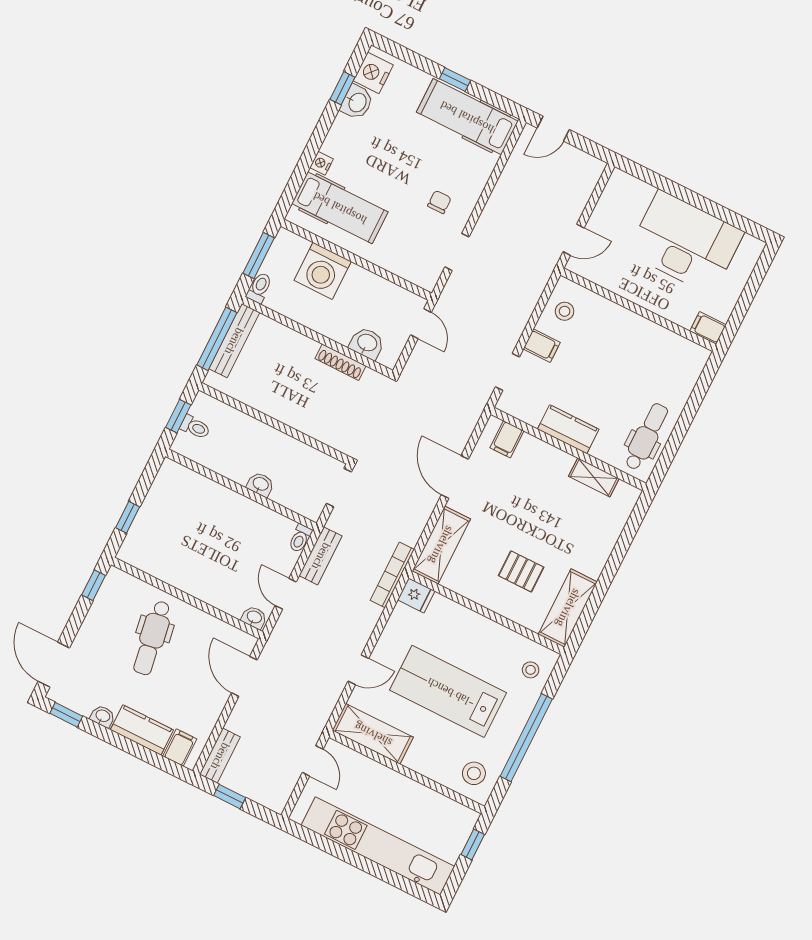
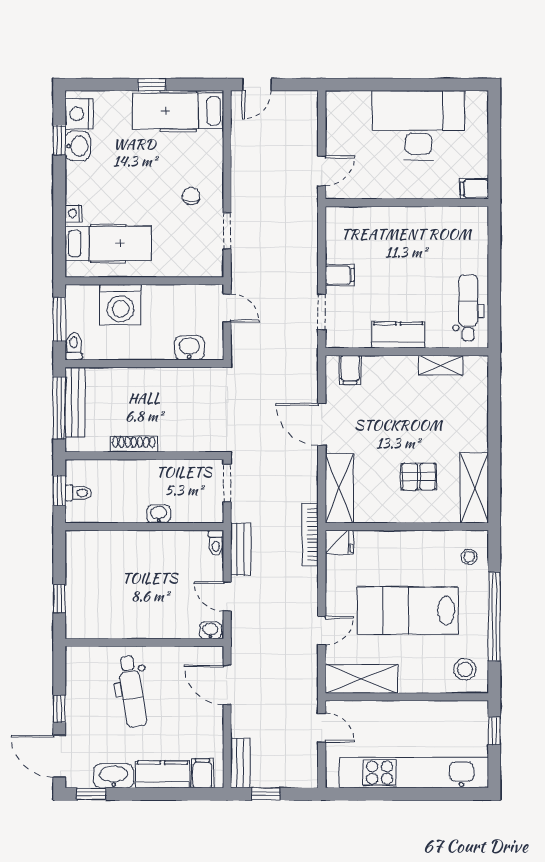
stool: (565, 311) -> (345, 236), removed
shoe rack: (341, 362) -> (134, 444), moved, turned 180
window: (94, 585) -> (59, 709), moved
washbasin: (103, 716) -> (114, 776), width x1.91, depth x1.45

